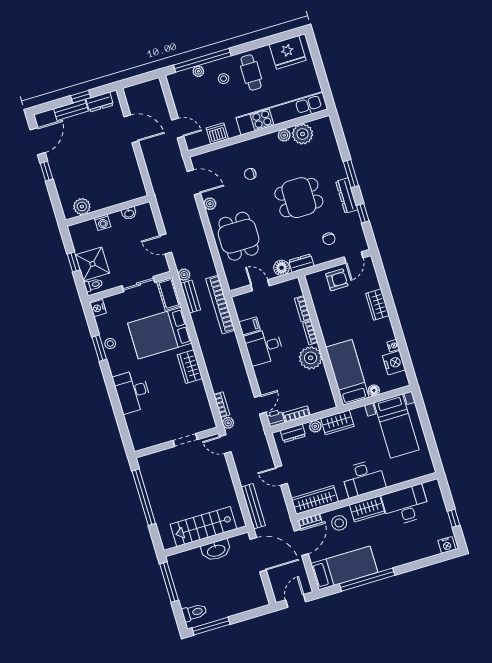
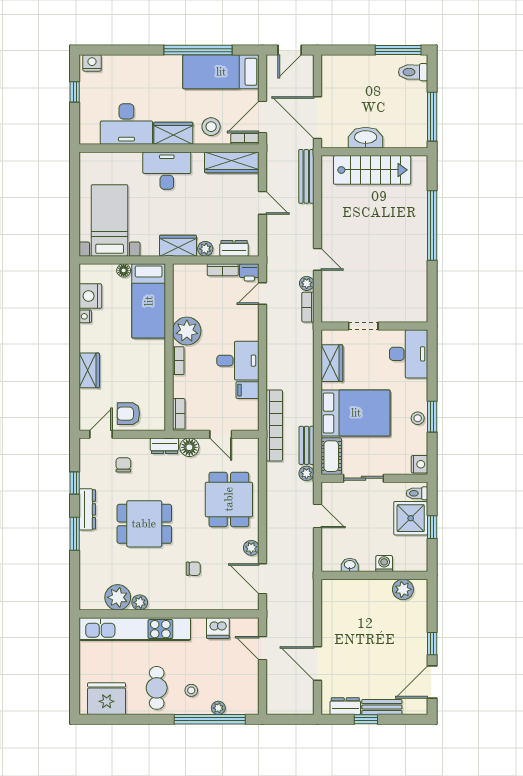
bookcase: (303, 309) -> (179, 414), moved
doorway: (185, 440) -> (363, 326), moved
wall: (176, 443) -> (374, 326), moved

